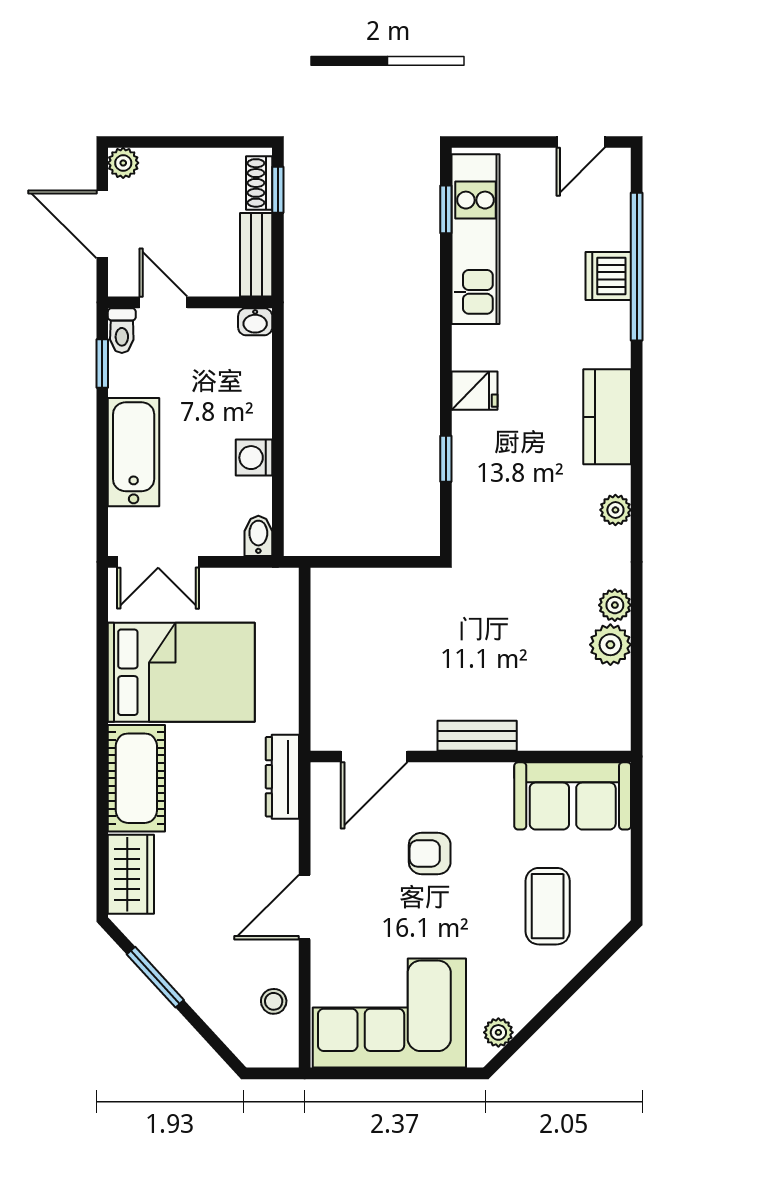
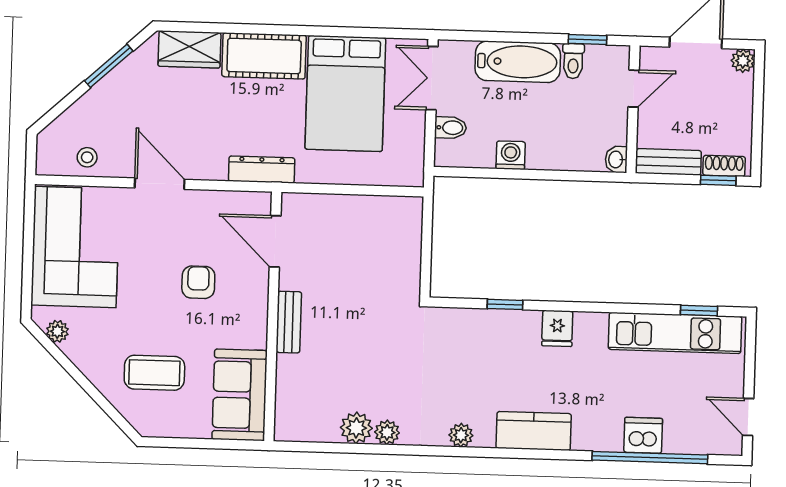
toilet: (122, 331) -> (573, 61), moved, turned -90
bidet: (258, 536) -> (450, 128), moved

